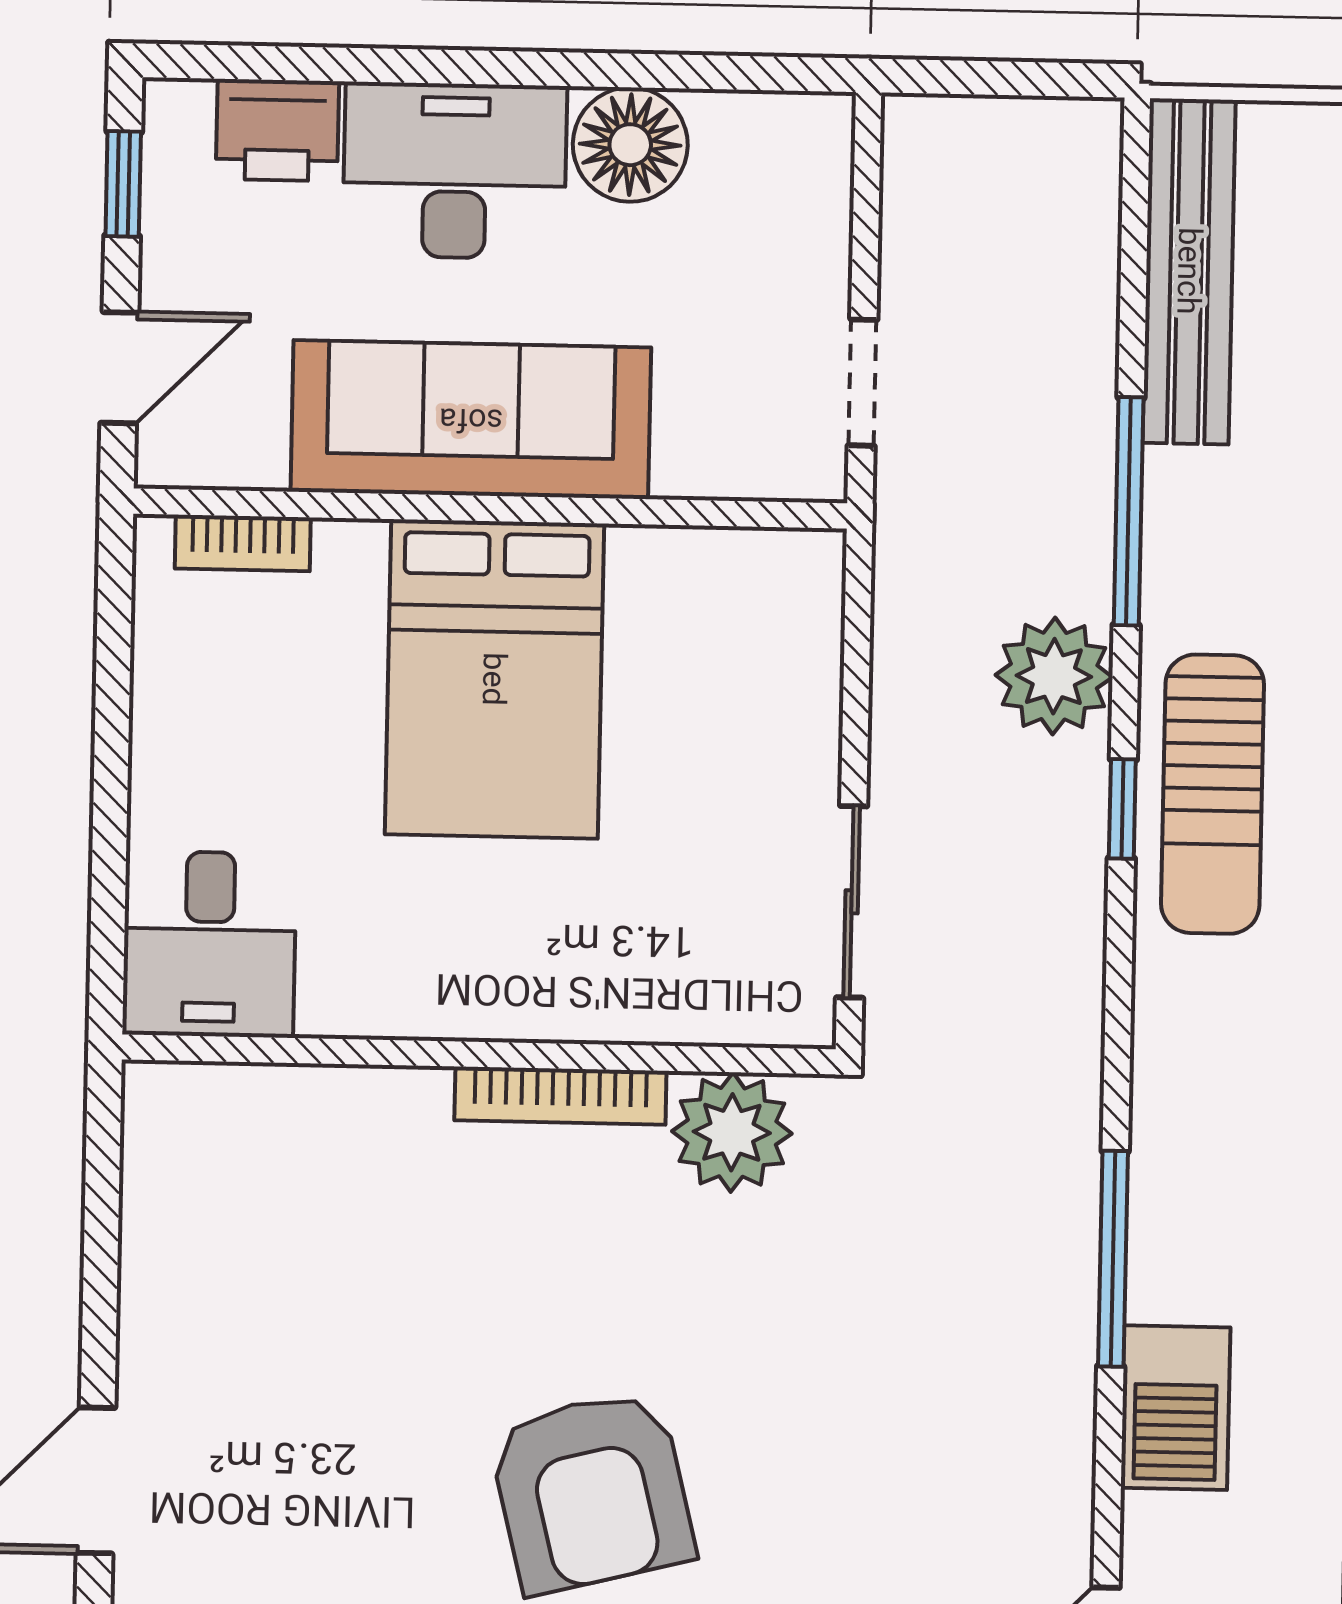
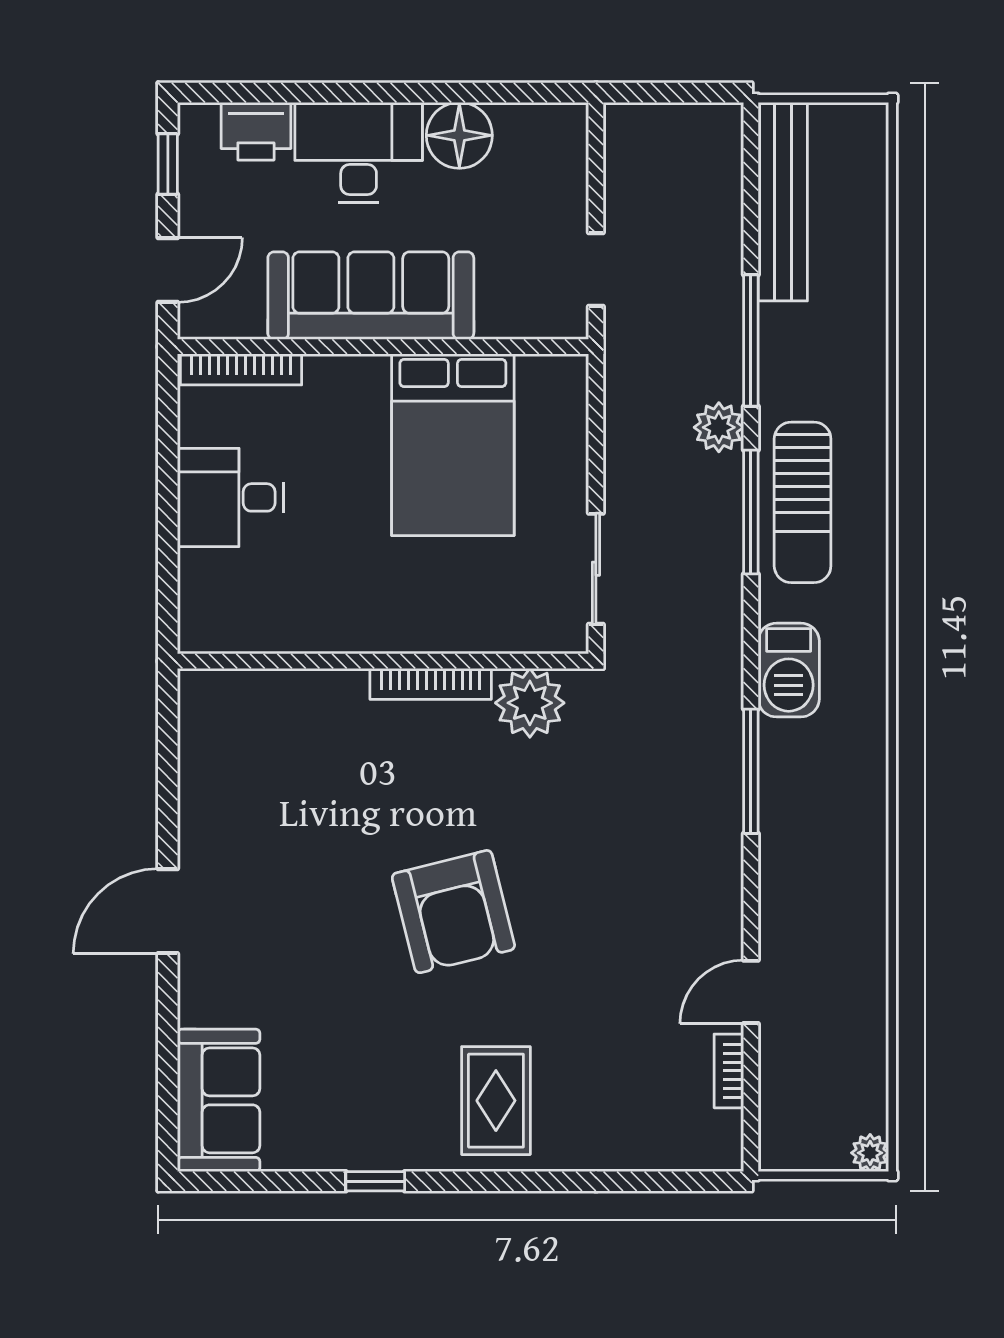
bookcase: (243, 543) -> (241, 369), width x1.56
plant: (1054, 676) -> (719, 427), width x0.73, depth x0.73
bed: (494, 679) -> (453, 445), moved
window: (1122, 809) -> (751, 512), width x2.17
desk: (209, 944) -> (230, 497), moved, turned 90
barbecue: (1176, 1408) -> (789, 670), moved

